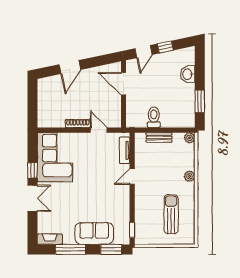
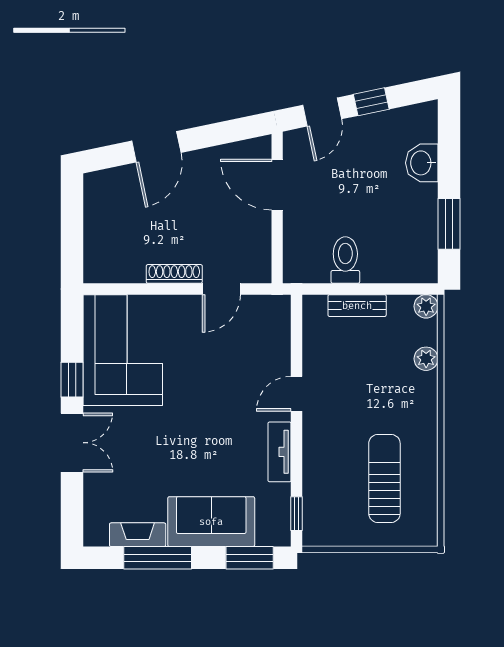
door: (99, 130) -> (221, 289), swing flipped
tv unit: (125, 150) -> (280, 452), moved
plant: (190, 176) -> (426, 359), moved
fireplace: (50, 239) -> (138, 535), moved

